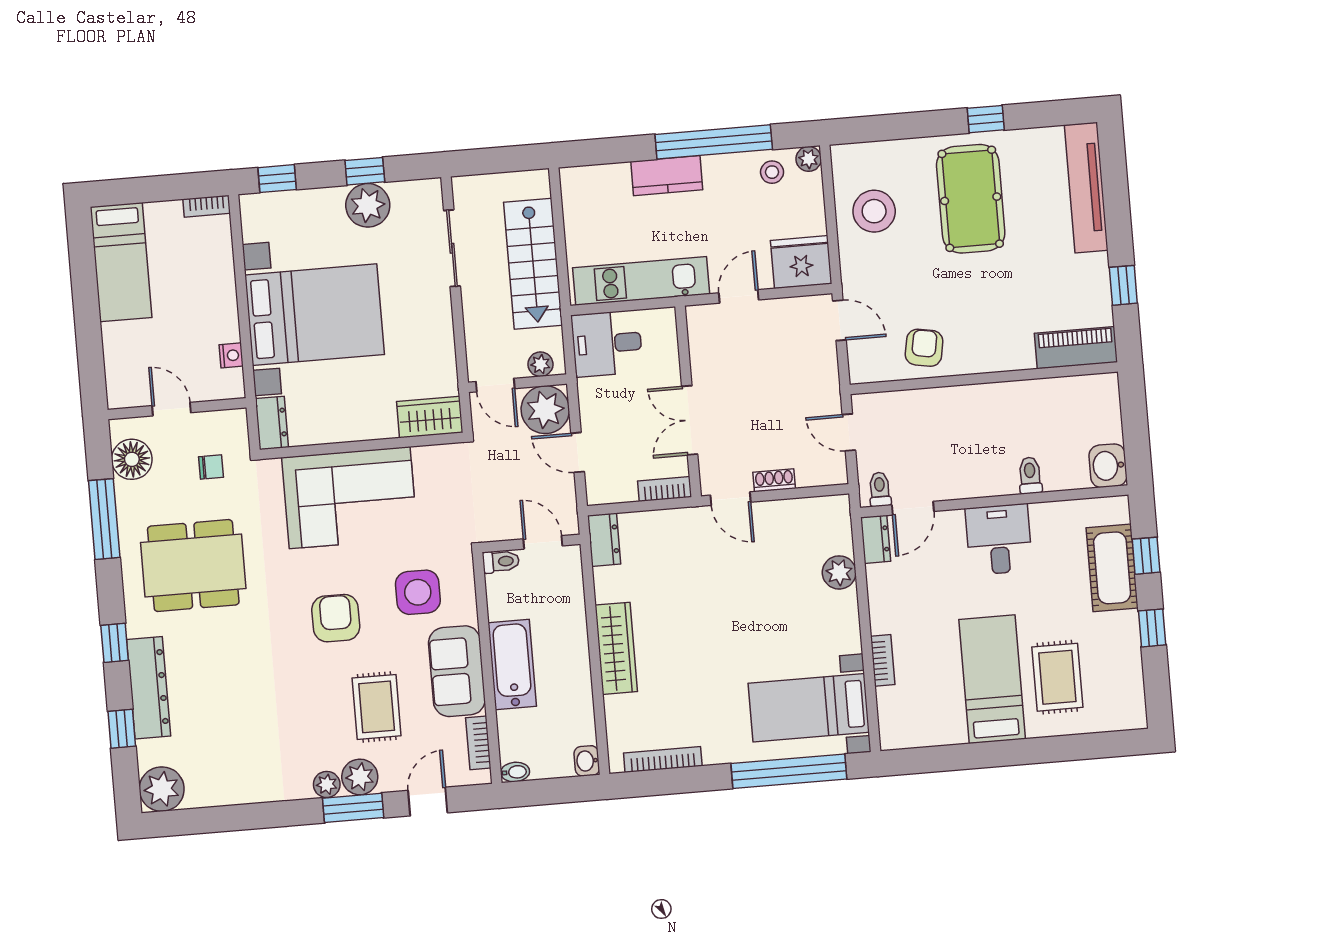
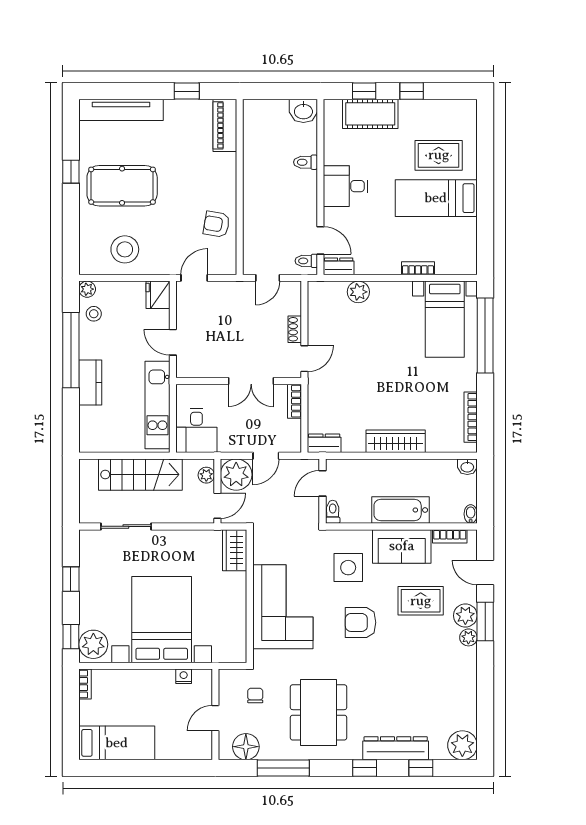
plant: (368, 205) -> (93, 644), moved
fridge: (801, 262) -> (158, 295), width x0.73, depth x0.75
dresser: (272, 423) -> (230, 653), removed

